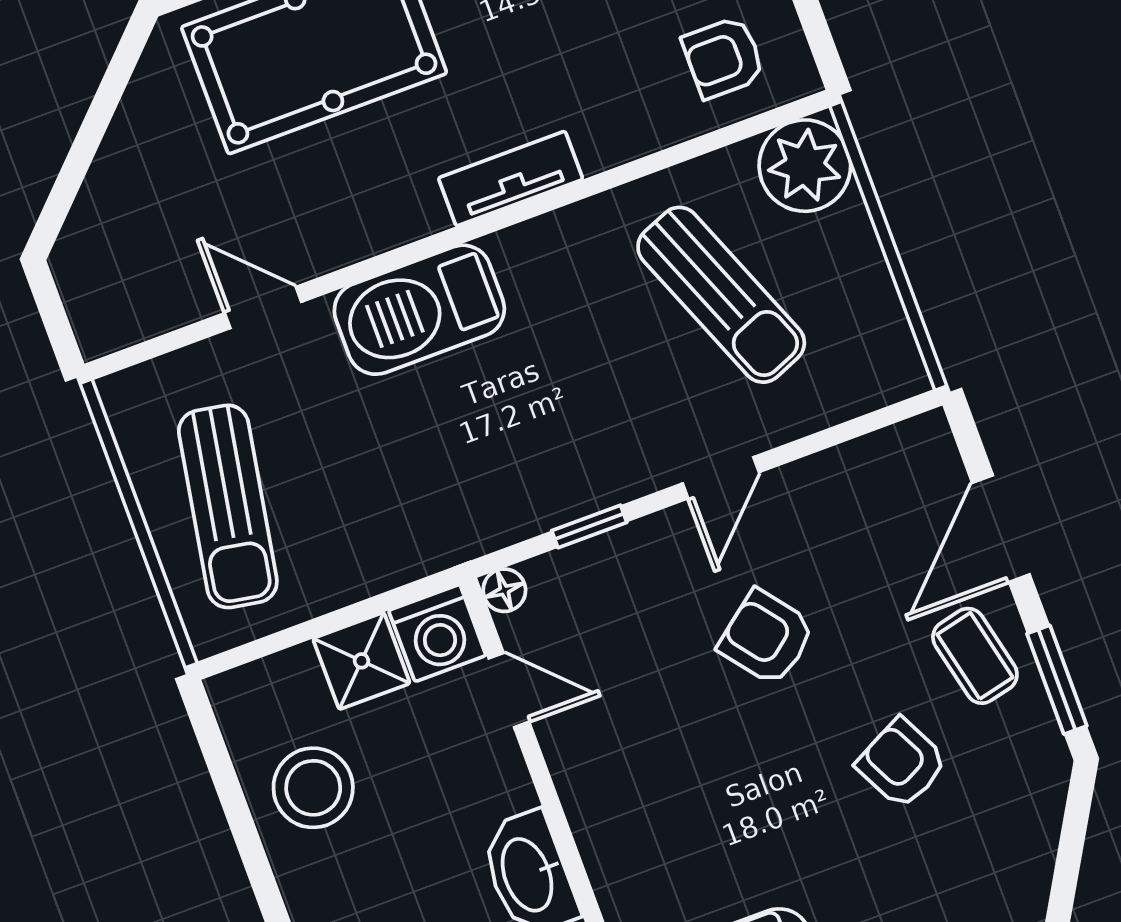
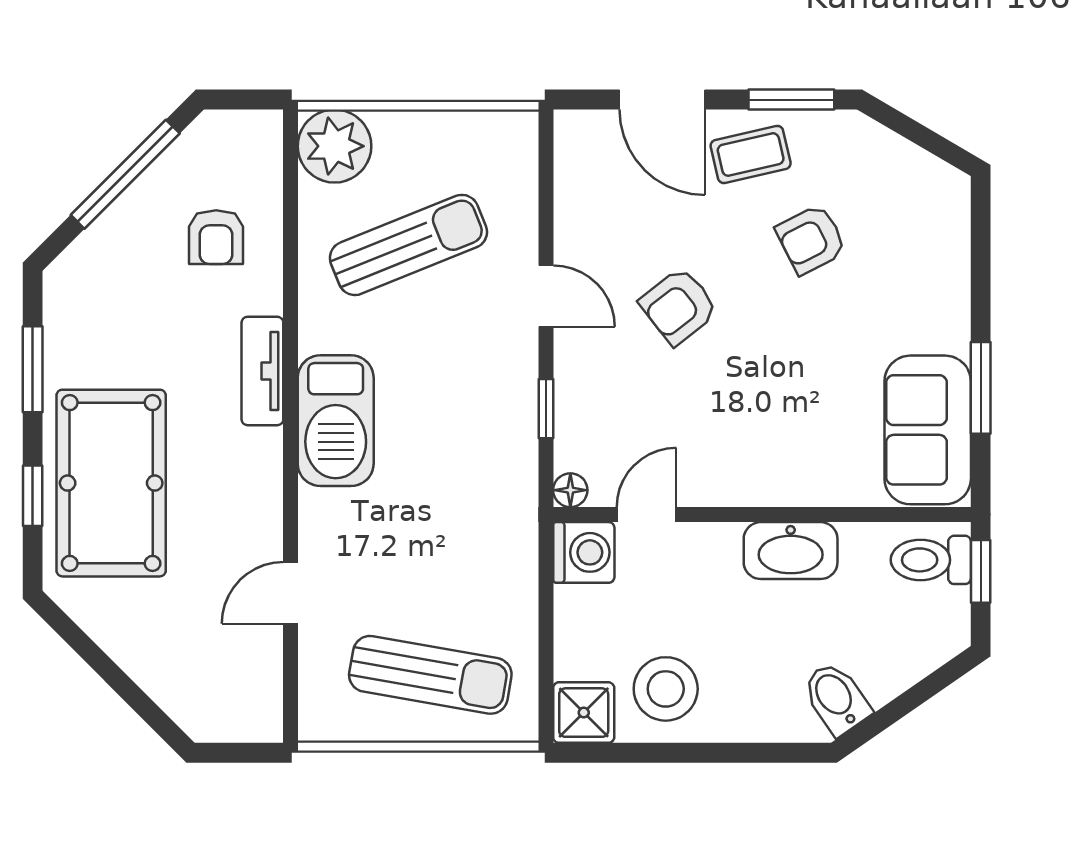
armchair: (723, 58) -> (216, 237), moved
barbecue: (419, 310) -> (336, 421), moved
shower: (361, 661) -> (584, 713), moved

